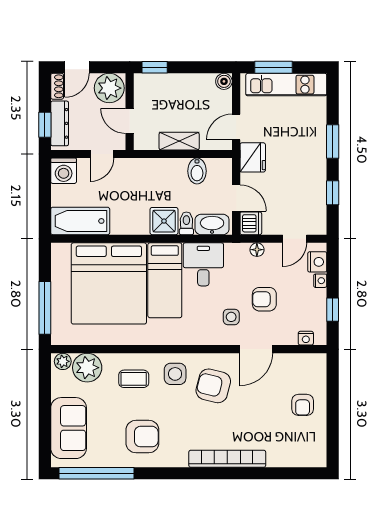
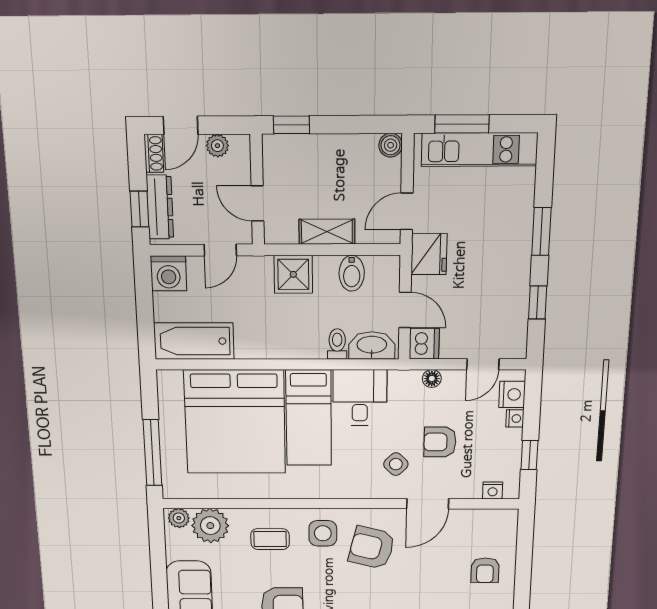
plant: (109, 88) -> (217, 146), width x0.53, depth x0.53
shower: (164, 221) -> (293, 274), moved
side table: (231, 317) -> (396, 464), turned 45

